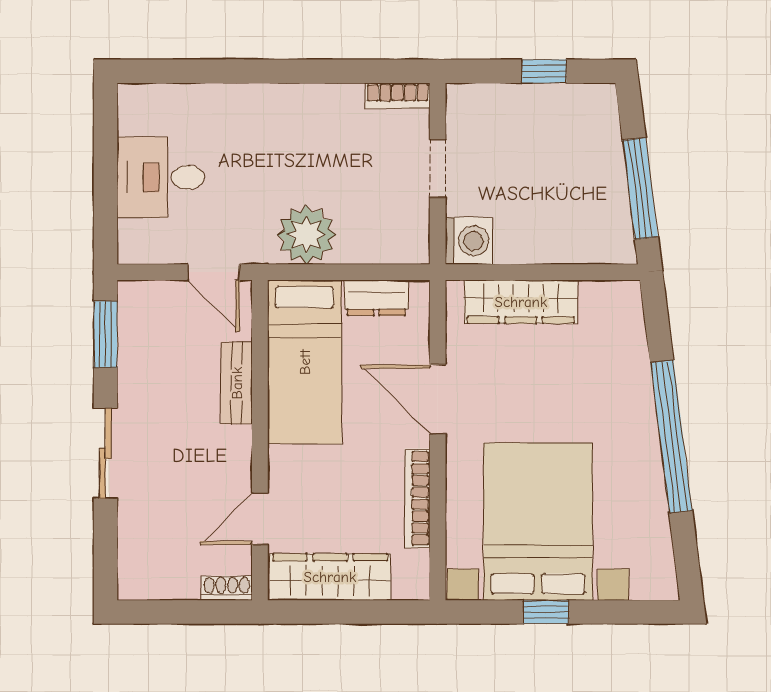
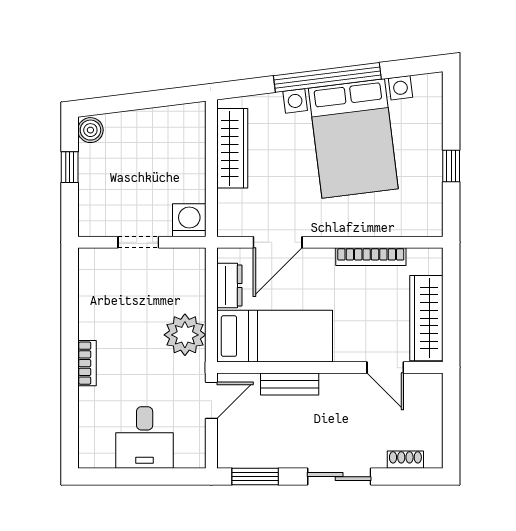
bookcase: (398, 96) -> (87, 363), moved
boiler: (597, 101) -> (90, 130), added
window: (640, 188) -> (152, 99), removed
wardrobe: (521, 302) -> (232, 148), moved
door: (438, 400) -> (278, 242), moved
bed with nightstands: (538, 522) -> (353, 139), moved, turned -97
shoe rack: (227, 588) -> (405, 460), moved, turned 90

